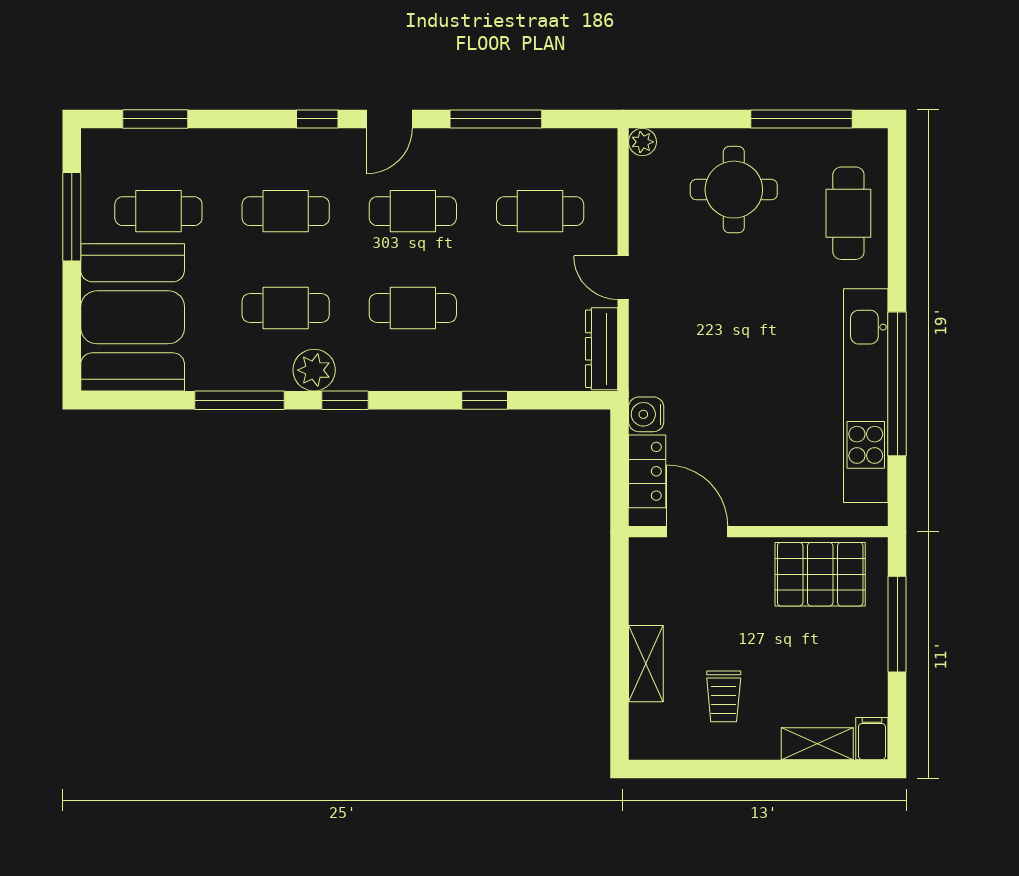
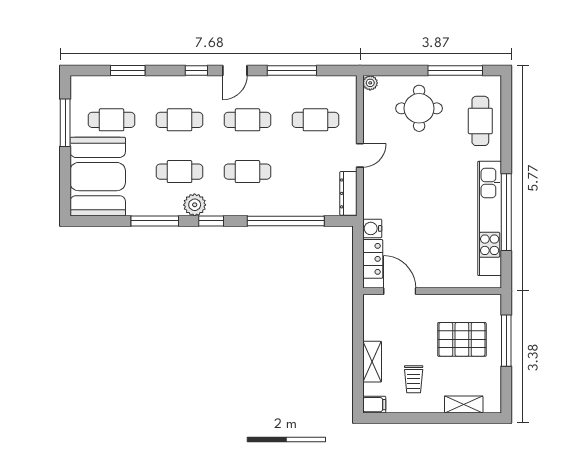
window: (155, 119) -> (128, 71), moved
door: (623, 278) -> (360, 155), swing flipped
window: (485, 400) -> (286, 221), width x3.17
pallet: (820, 574) -> (462, 339), moved
filing cabinet: (872, 739) -> (374, 405), moved, turned 90

